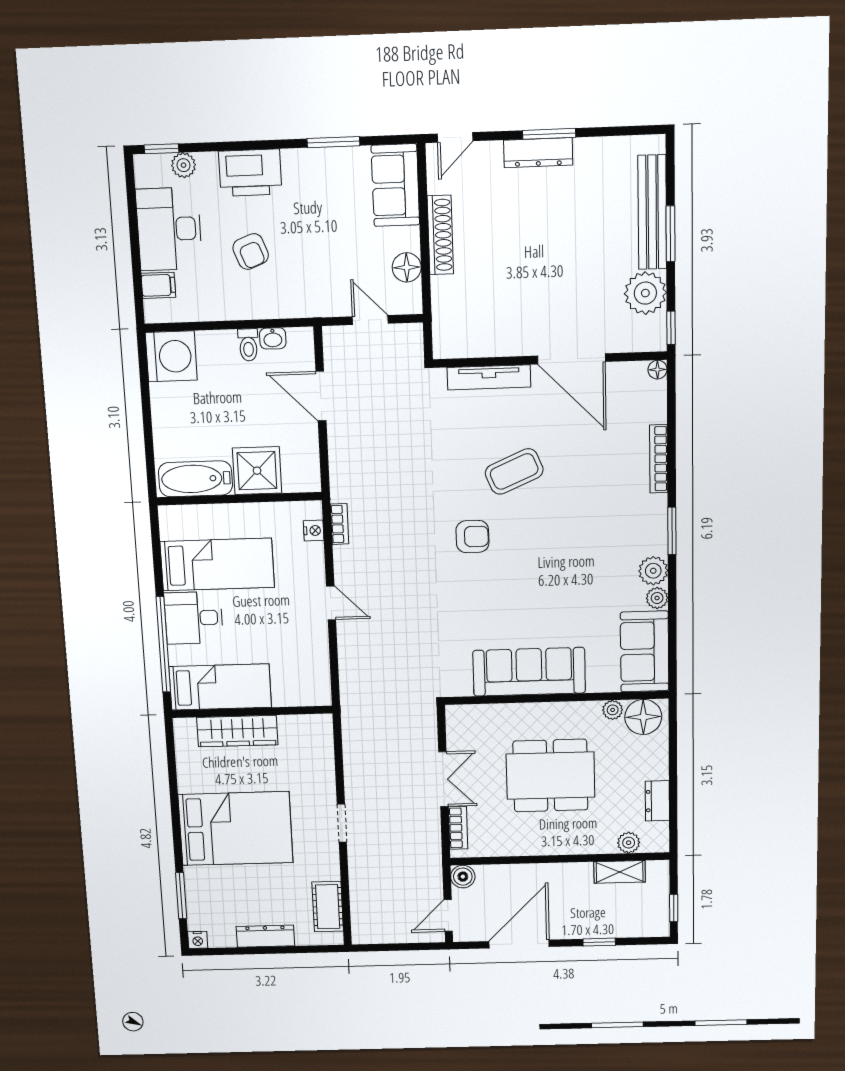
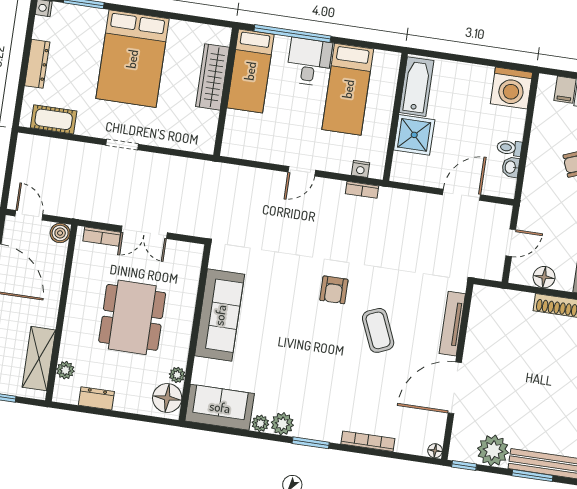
shelving: (620, 872) -> (39, 359), width x1.50, depth x1.33

